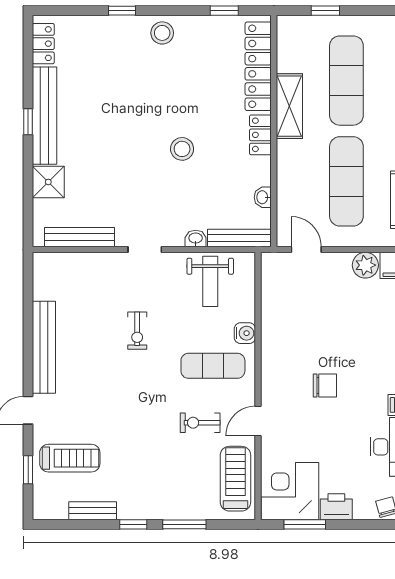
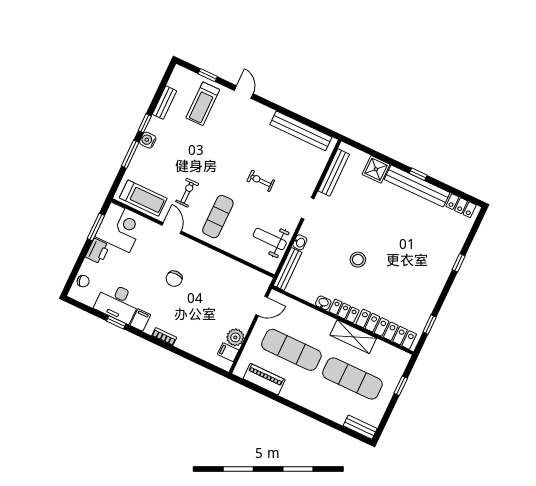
stool: (162, 33) -> (434, 281), removed
washbasin: (263, 197) -> (323, 303), moved
water cooler: (245, 333) -> (148, 140), moved, turned 90
bench: (44, 347) -> (301, 131), moved

